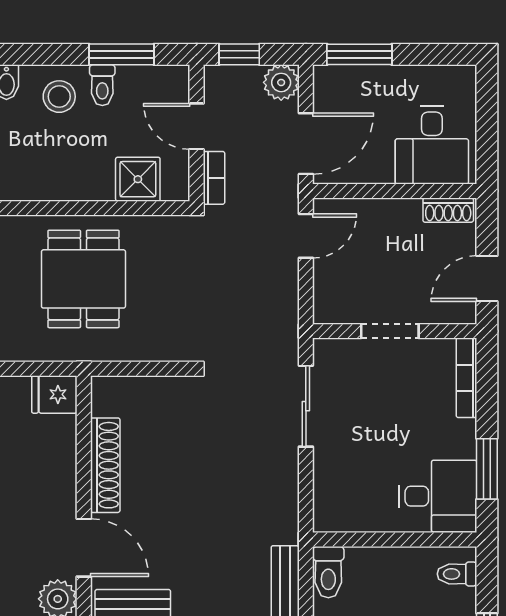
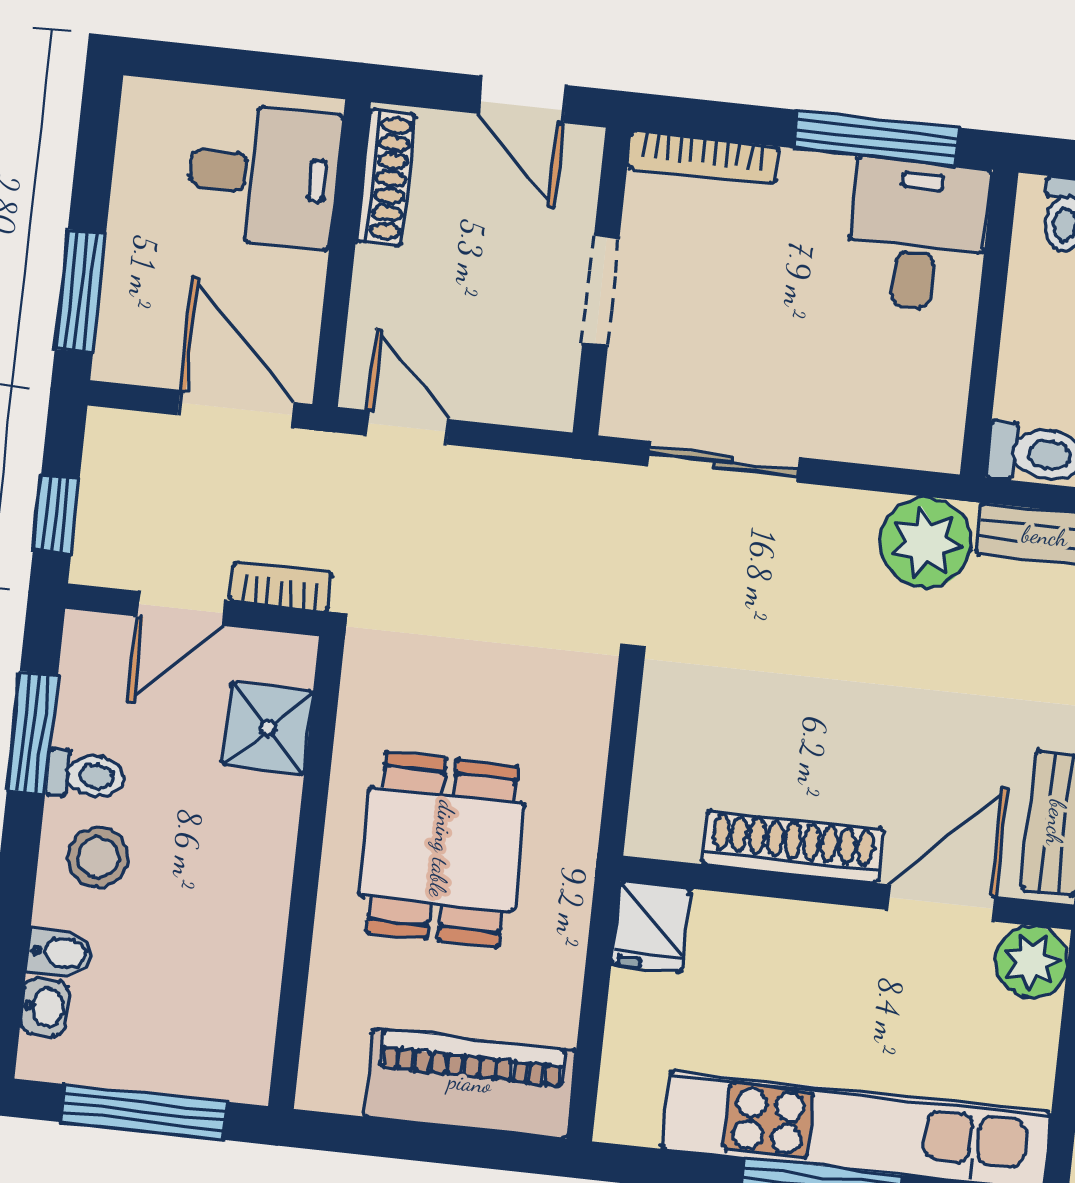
plant: (281, 82) -> (926, 542), moved, width x1.36, depth x1.36
shoe rack: (448, 210) -> (386, 178), width x1.43
dining table: (83, 279) -> (442, 849), turned 90
window: (487, 469) -> (876, 138), width x1.44

